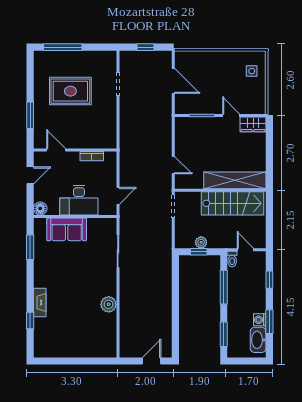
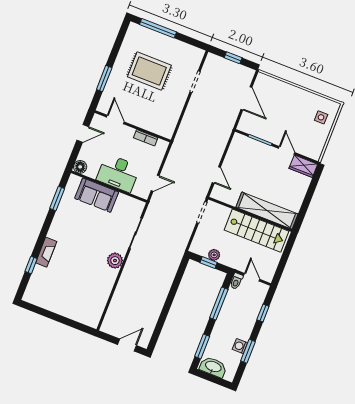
plant: (109, 304) -> (115, 261), moved
washbasin: (258, 340) -> (213, 367), moved, turned 90

